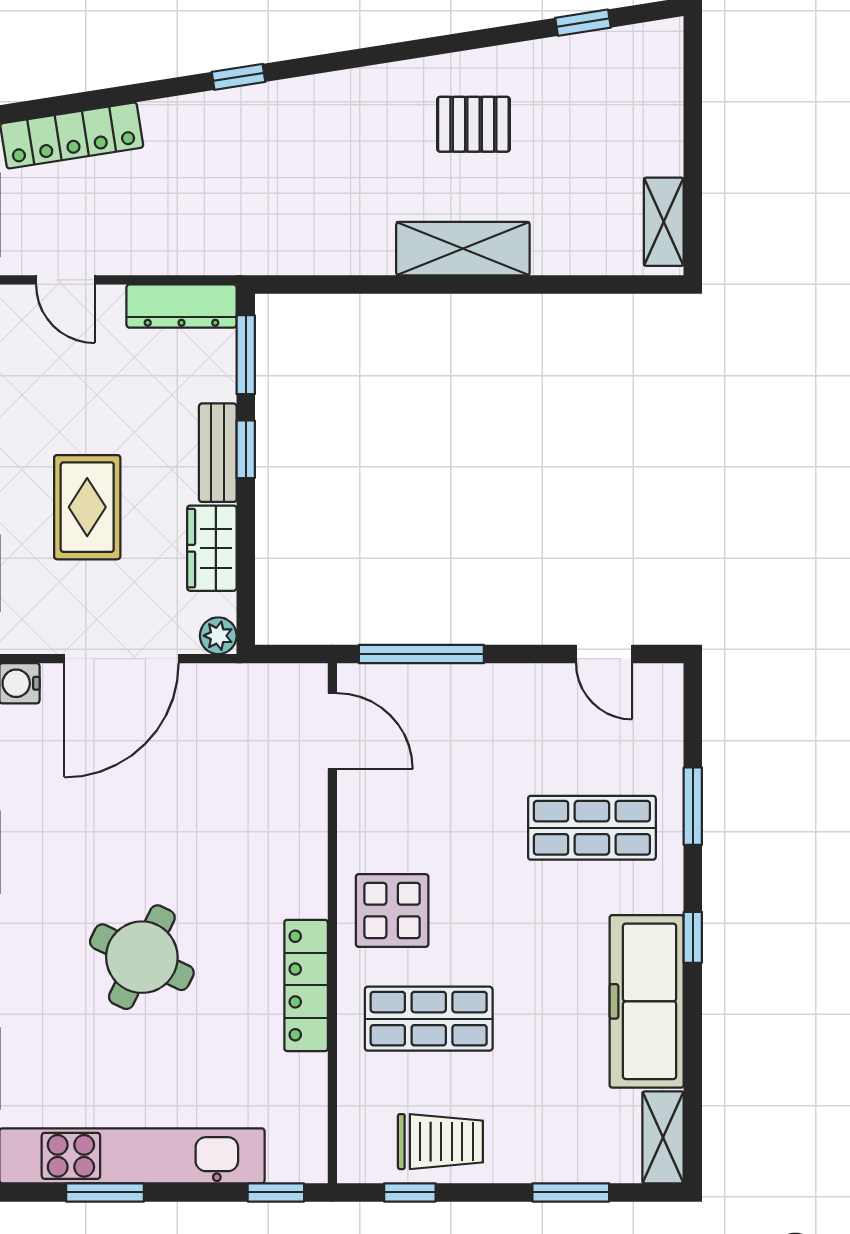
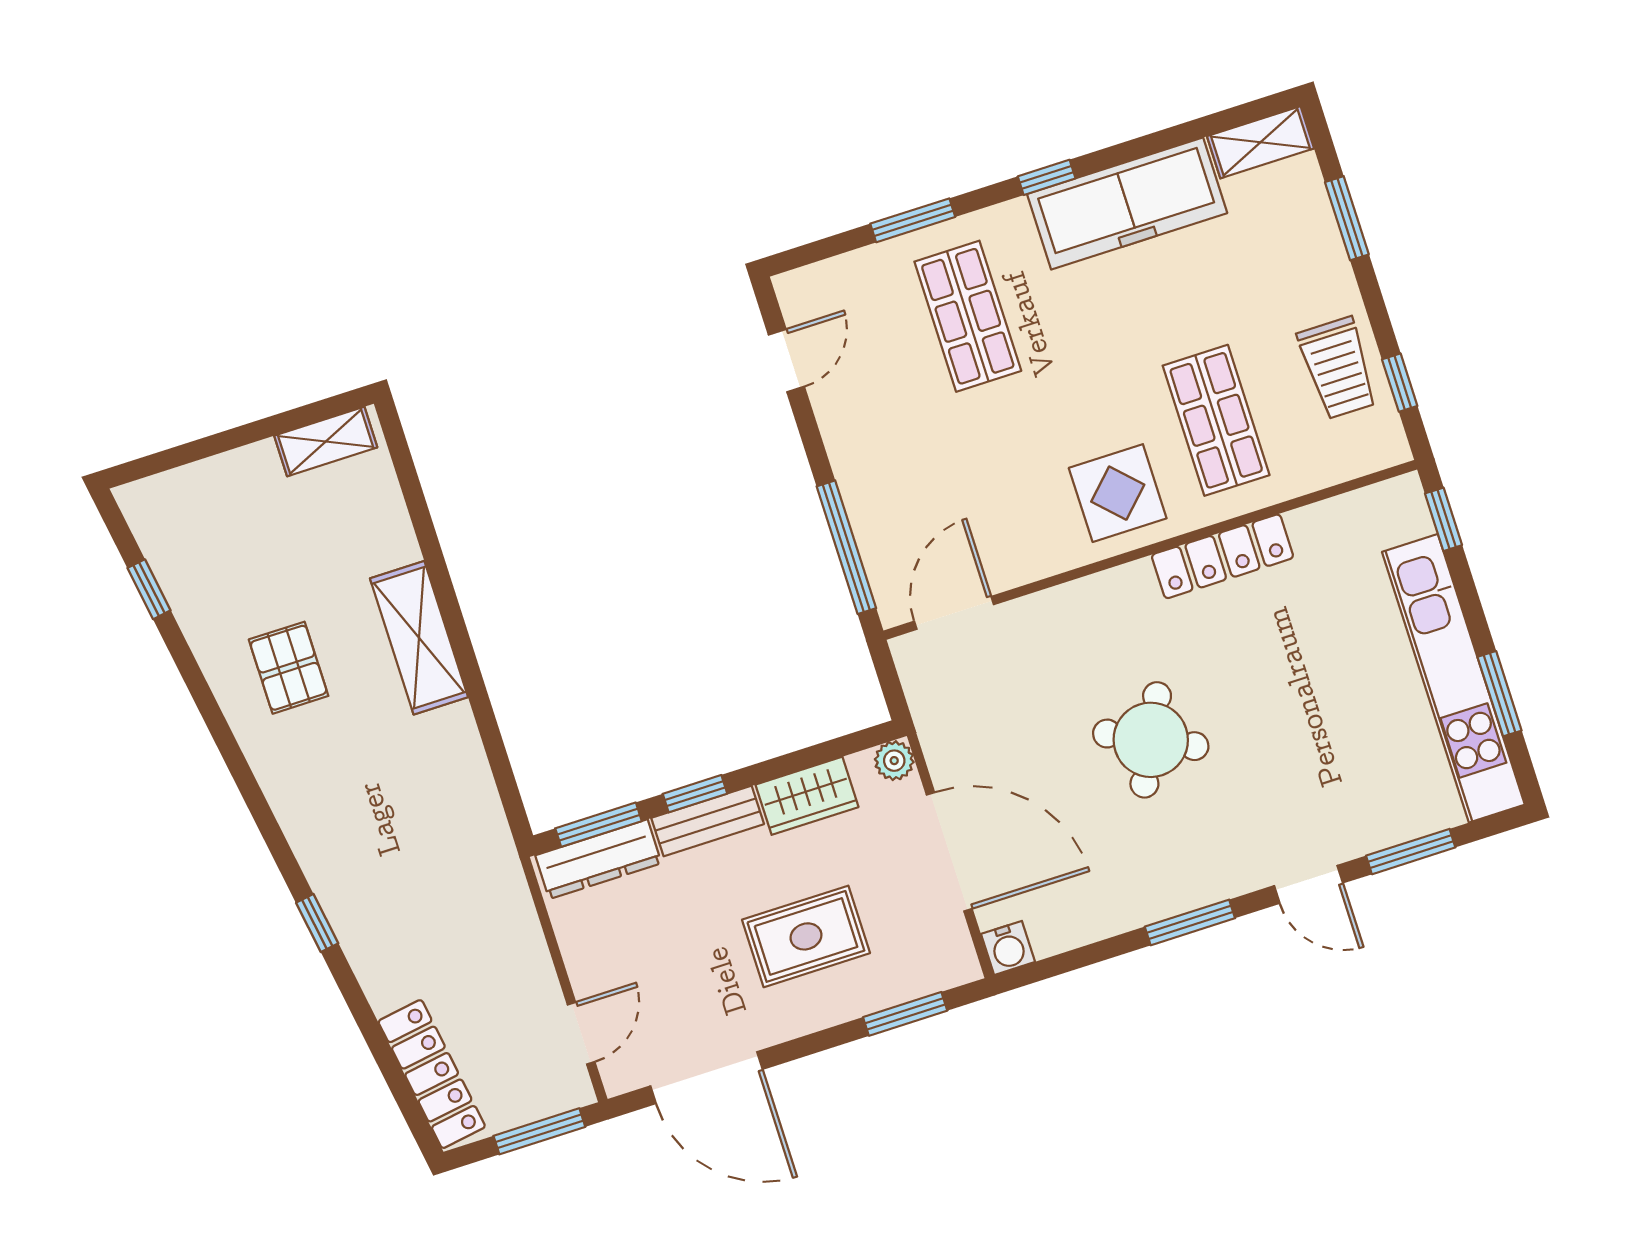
dresser: (181, 306) -> (598, 859), moved, turned 90
round table: (142, 957) -> (1151, 740), moved
trolley: (440, 1142) -> (1338, 368), turned 180

